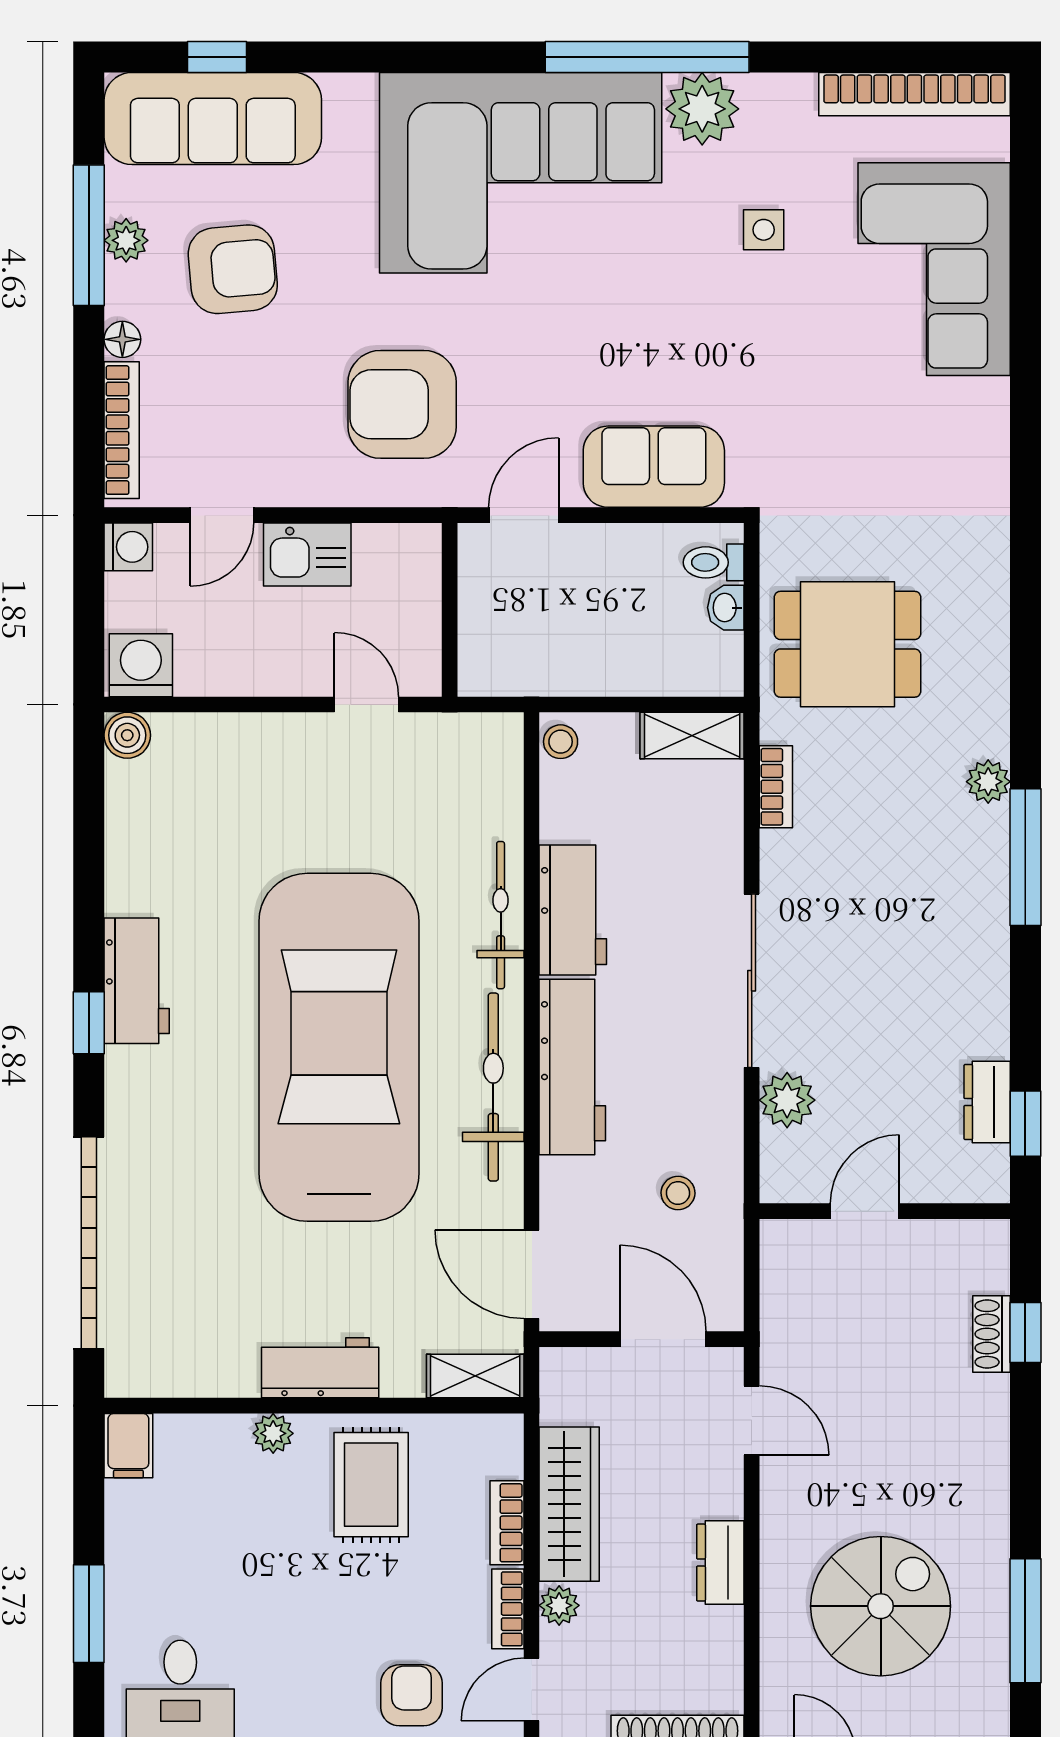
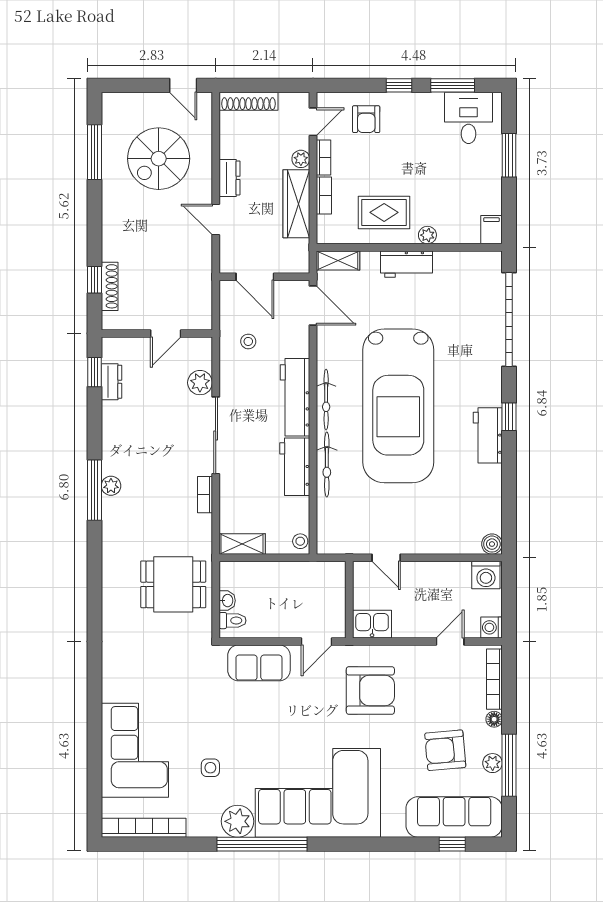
kitchen sink: (307, 554) -> (372, 624), moved
plant: (988, 782) -> (111, 486), moved
bookcase: (776, 787) -> (205, 495), moved
bicycle: (493, 1087) -> (326, 400), width x0.73, depth x0.71
shoe rack: (991, 1334) -> (110, 286), width x1.43
door: (752, 1420) -> (216, 219), moved
rug: (371, 1485) -> (384, 212), turned 90

